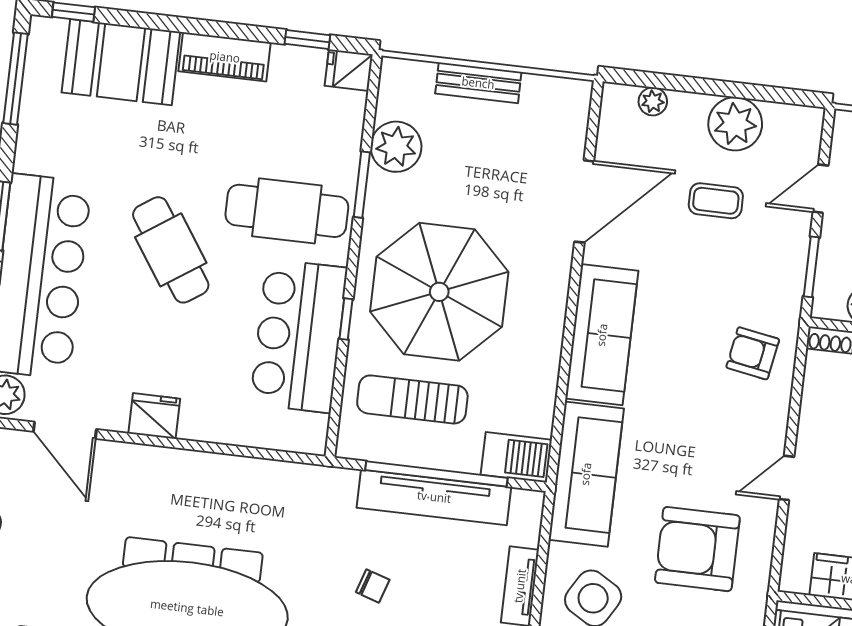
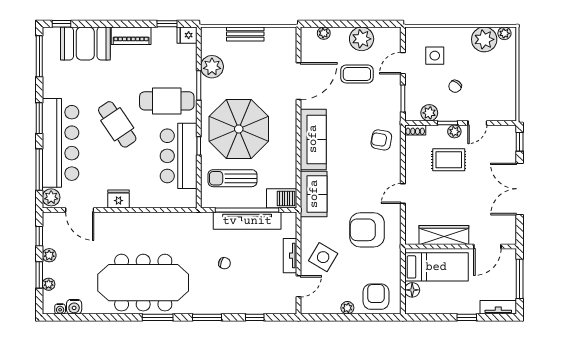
coffee table: (716, 201) -> (357, 74), width x1.36, depth x1.30
sofa: (586, 474) -> (314, 194), width x0.73

